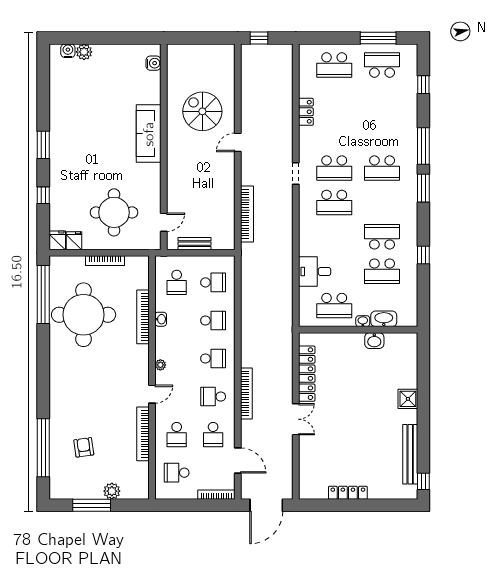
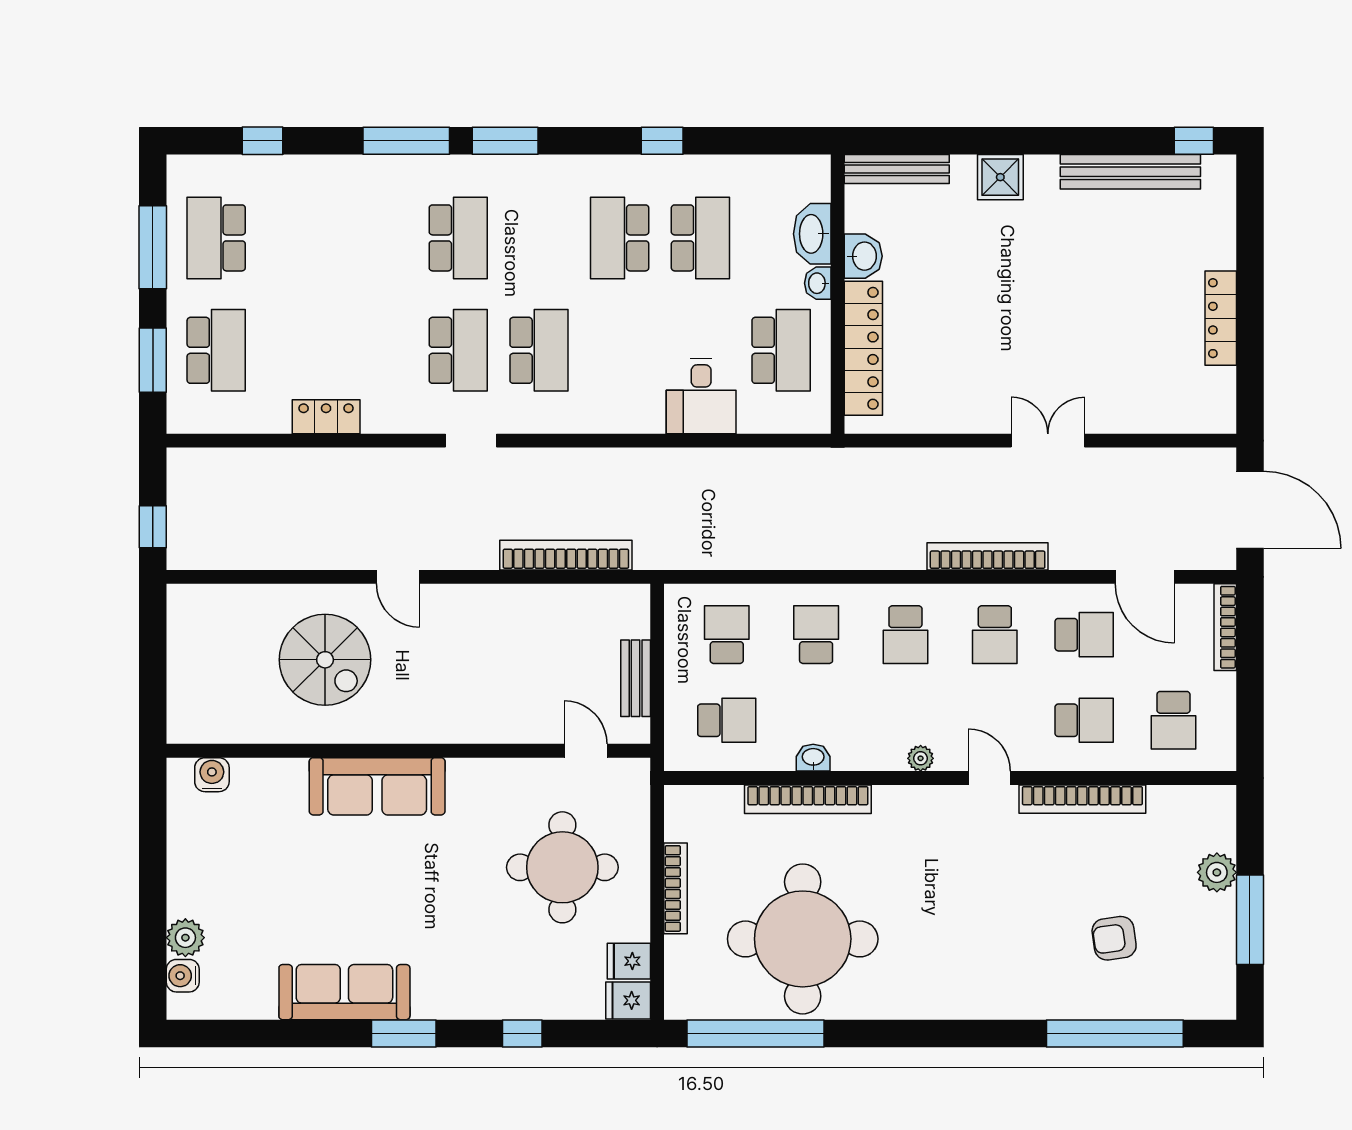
window: (330, 38) -> (153, 360), added
spiral stairs: (202, 111) -> (325, 660), turned -90
sofa: (61, 120) -> (344, 992), added
bench: (411, 355) -> (897, 169), added
school desk: (213, 359) -> (905, 635), turned 180
locker: (307, 374) -> (863, 348), moved, turned 90
door: (238, 460) -> (1145, 577), swing flipped

